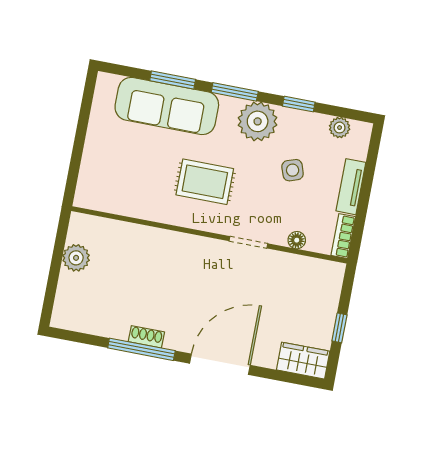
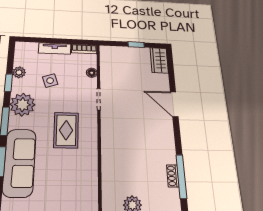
plant: (340, 128) -> (19, 72), moved
shoe rack: (146, 337) -> (173, 176), moved
window: (141, 349) -> (181, 176), moved
door: (220, 364) -> (174, 104), width x0.73

